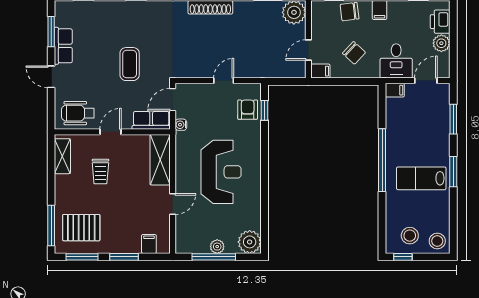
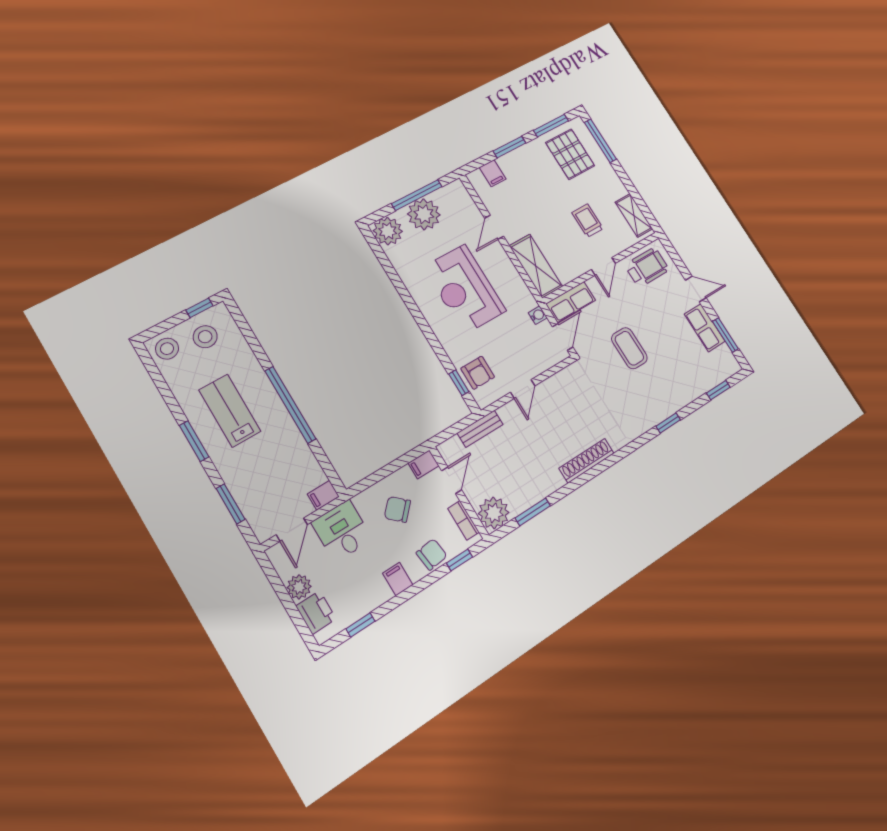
bookcase: (316, 20) -> (463, 520), added
bench: (269, 72) -> (480, 429), added
lab bench: (421, 178) -> (230, 411), turned -90
pallet: (81, 228) -> (570, 154), turned 90
plant: (217, 247) -> (424, 214), width x1.87, depth x1.87

